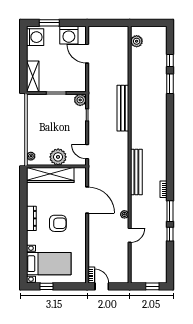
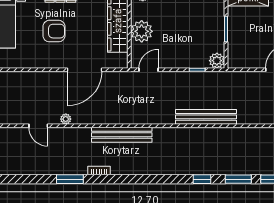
armchair: (58, 223) -> (54, 31), turned -90
window: (170, 234) -> (202, 179), moved

